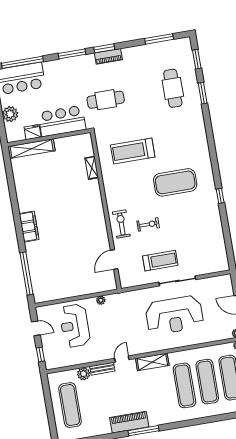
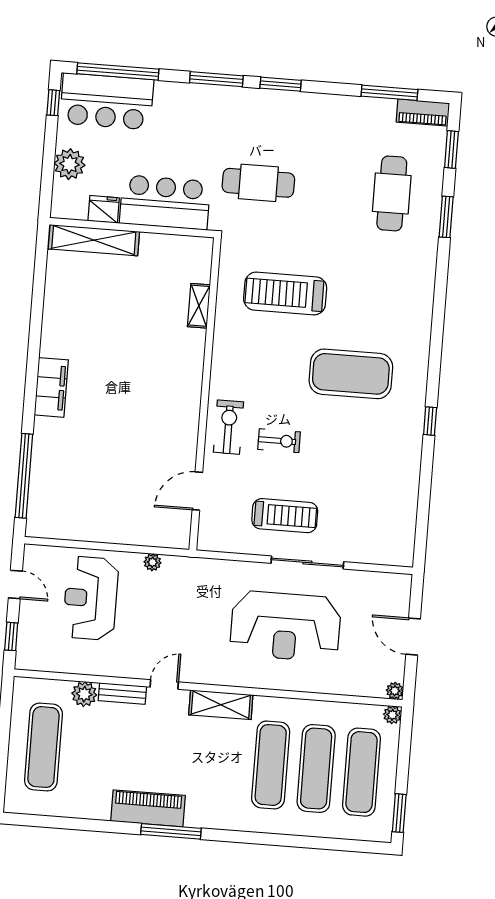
piano: (108, 56) -> (423, 113), moved

